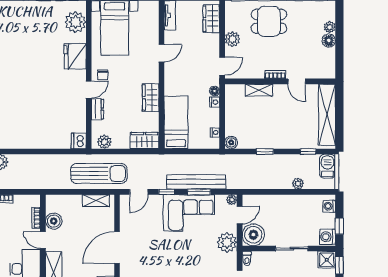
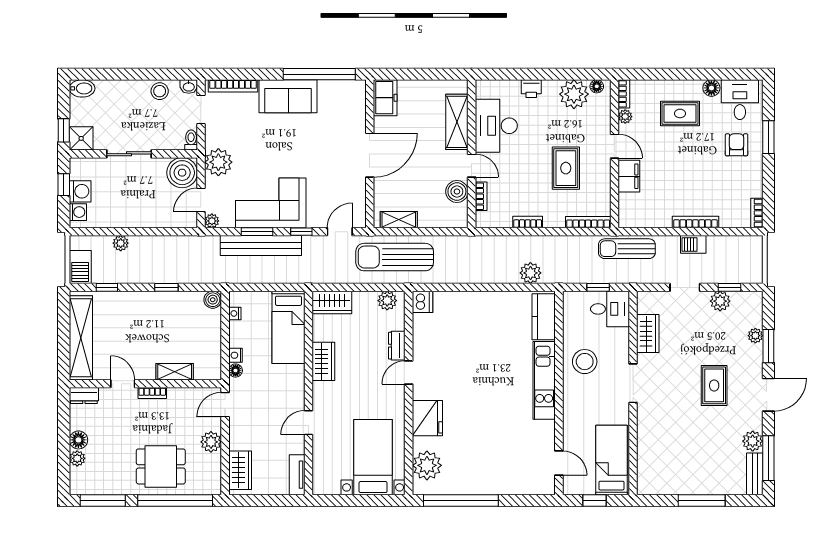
dresser: (325, 73) -> (84, 396), added
chair: (103, 75) -> (389, 393), removed
washing machine: (328, 237) -> (80, 191), moved

